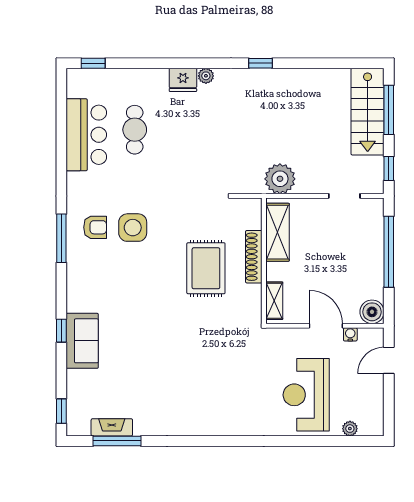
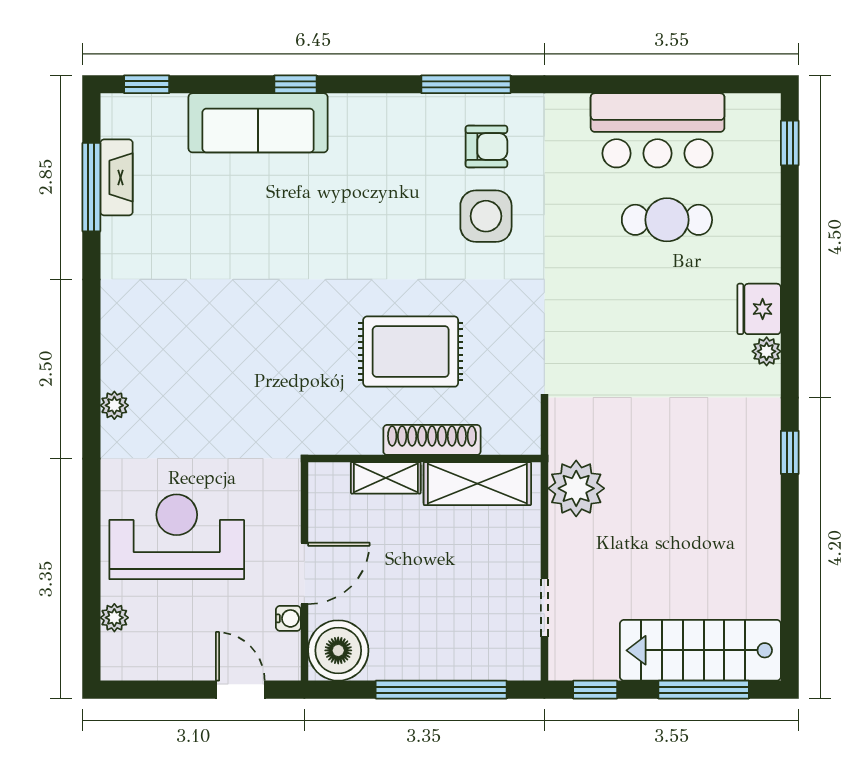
armchair: (95, 227) -> (486, 147), turned -90
shelving: (274, 301) -> (386, 478), moved
boiler: (372, 312) -> (338, 650), width x1.37, depth x1.37
sofa: (82, 341) -> (258, 123), width x1.36
plant: (235, 429) -> (114, 405), added

